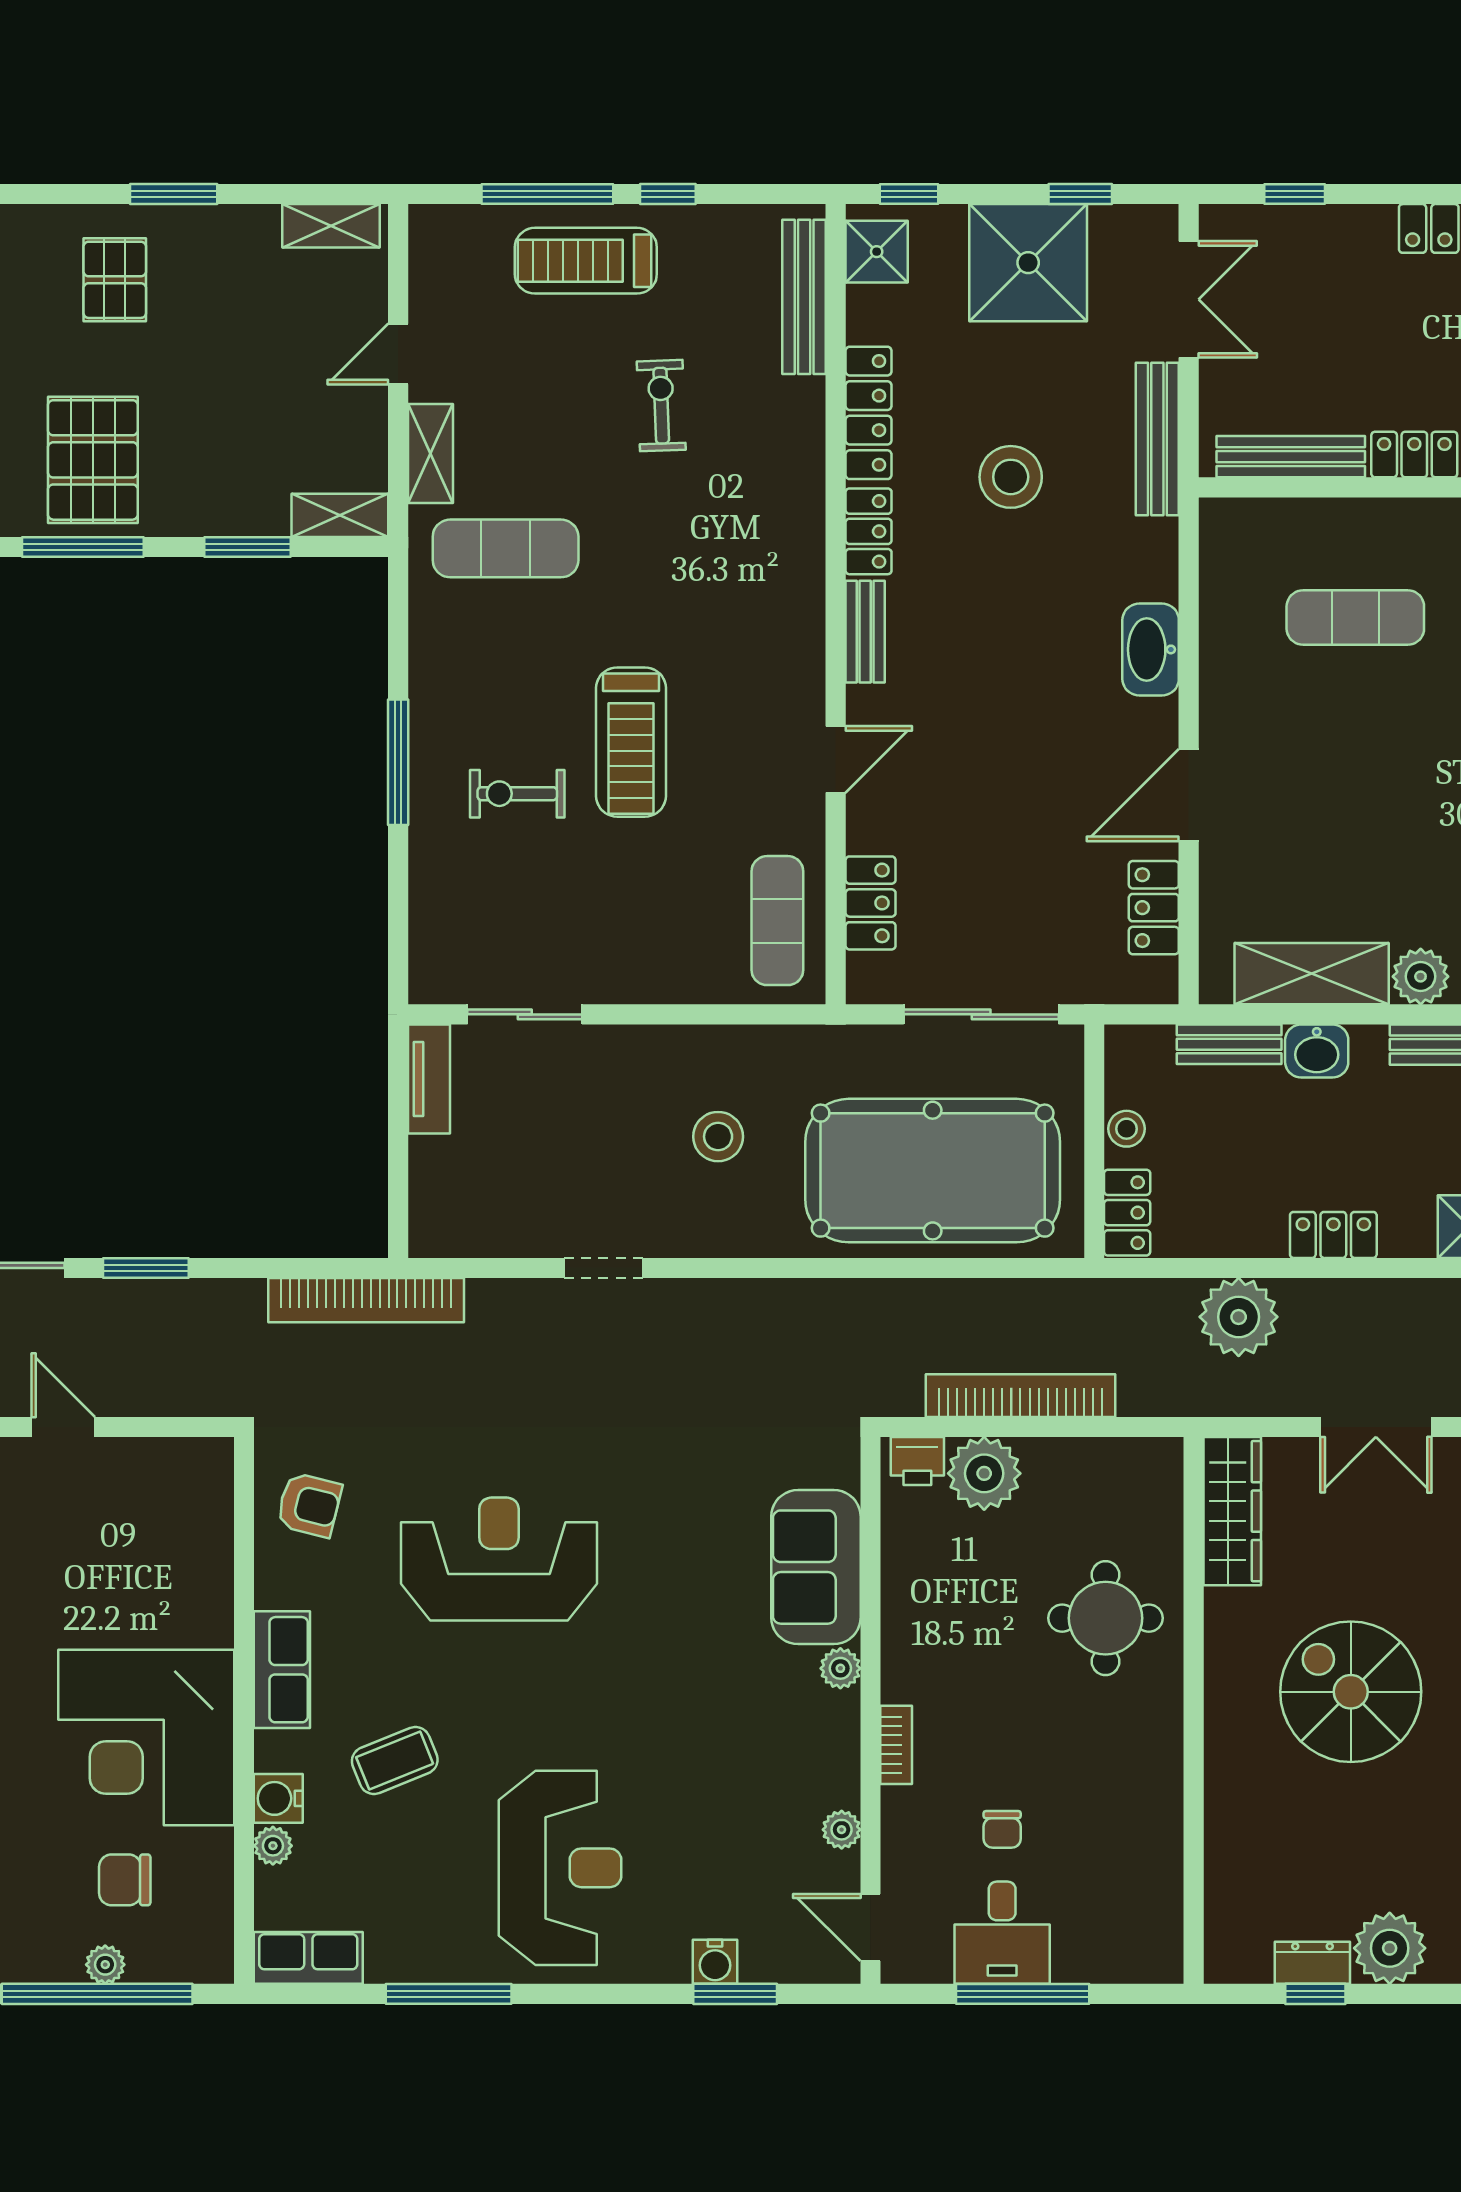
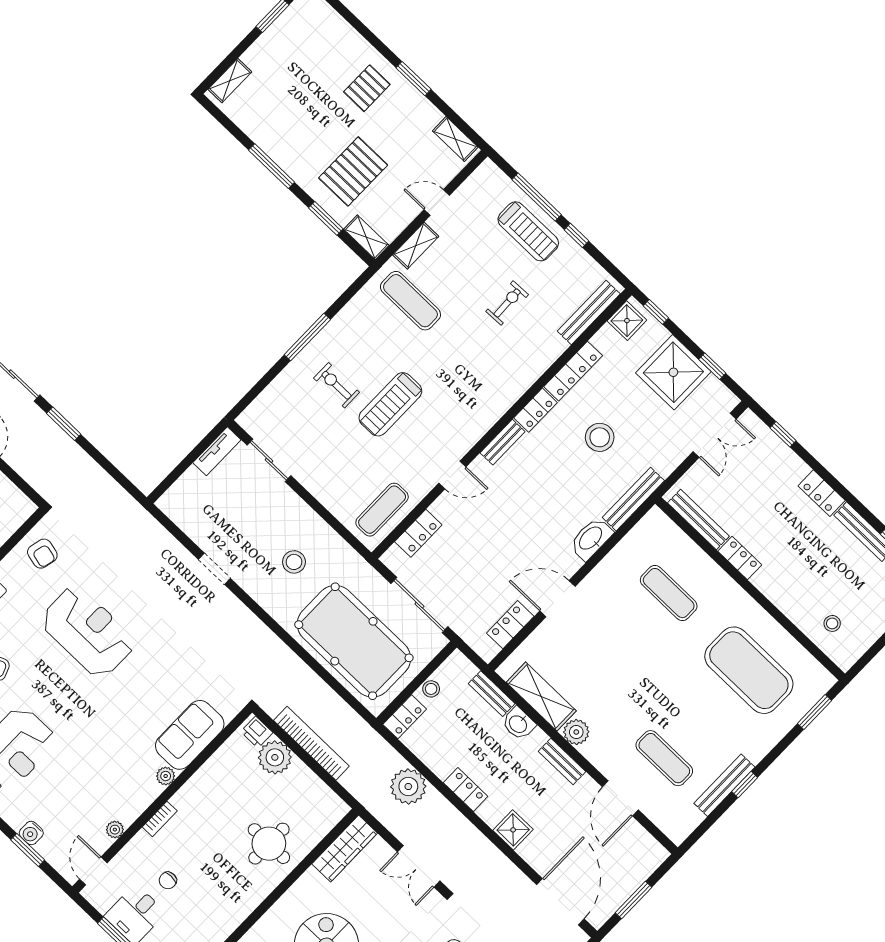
treadmill: (586, 261) -> (528, 231), turned 180
bench: (1157, 439) -> (633, 499), moved
pallet: (93, 460) -> (353, 171), moved
bookcase: (366, 1300) -> (126, 504), removed

